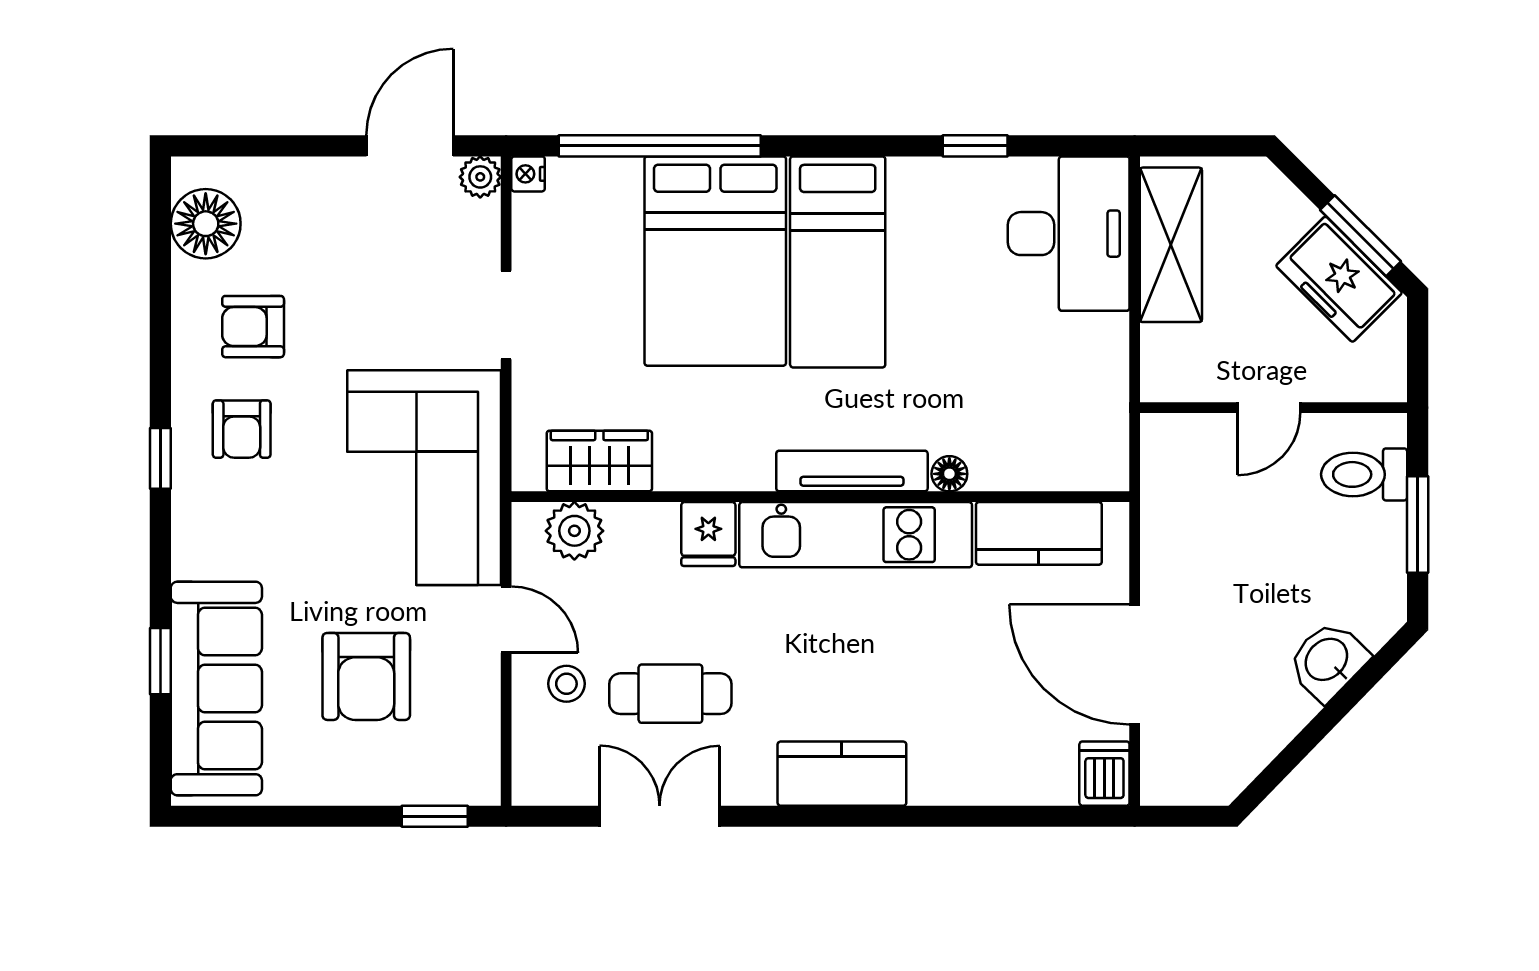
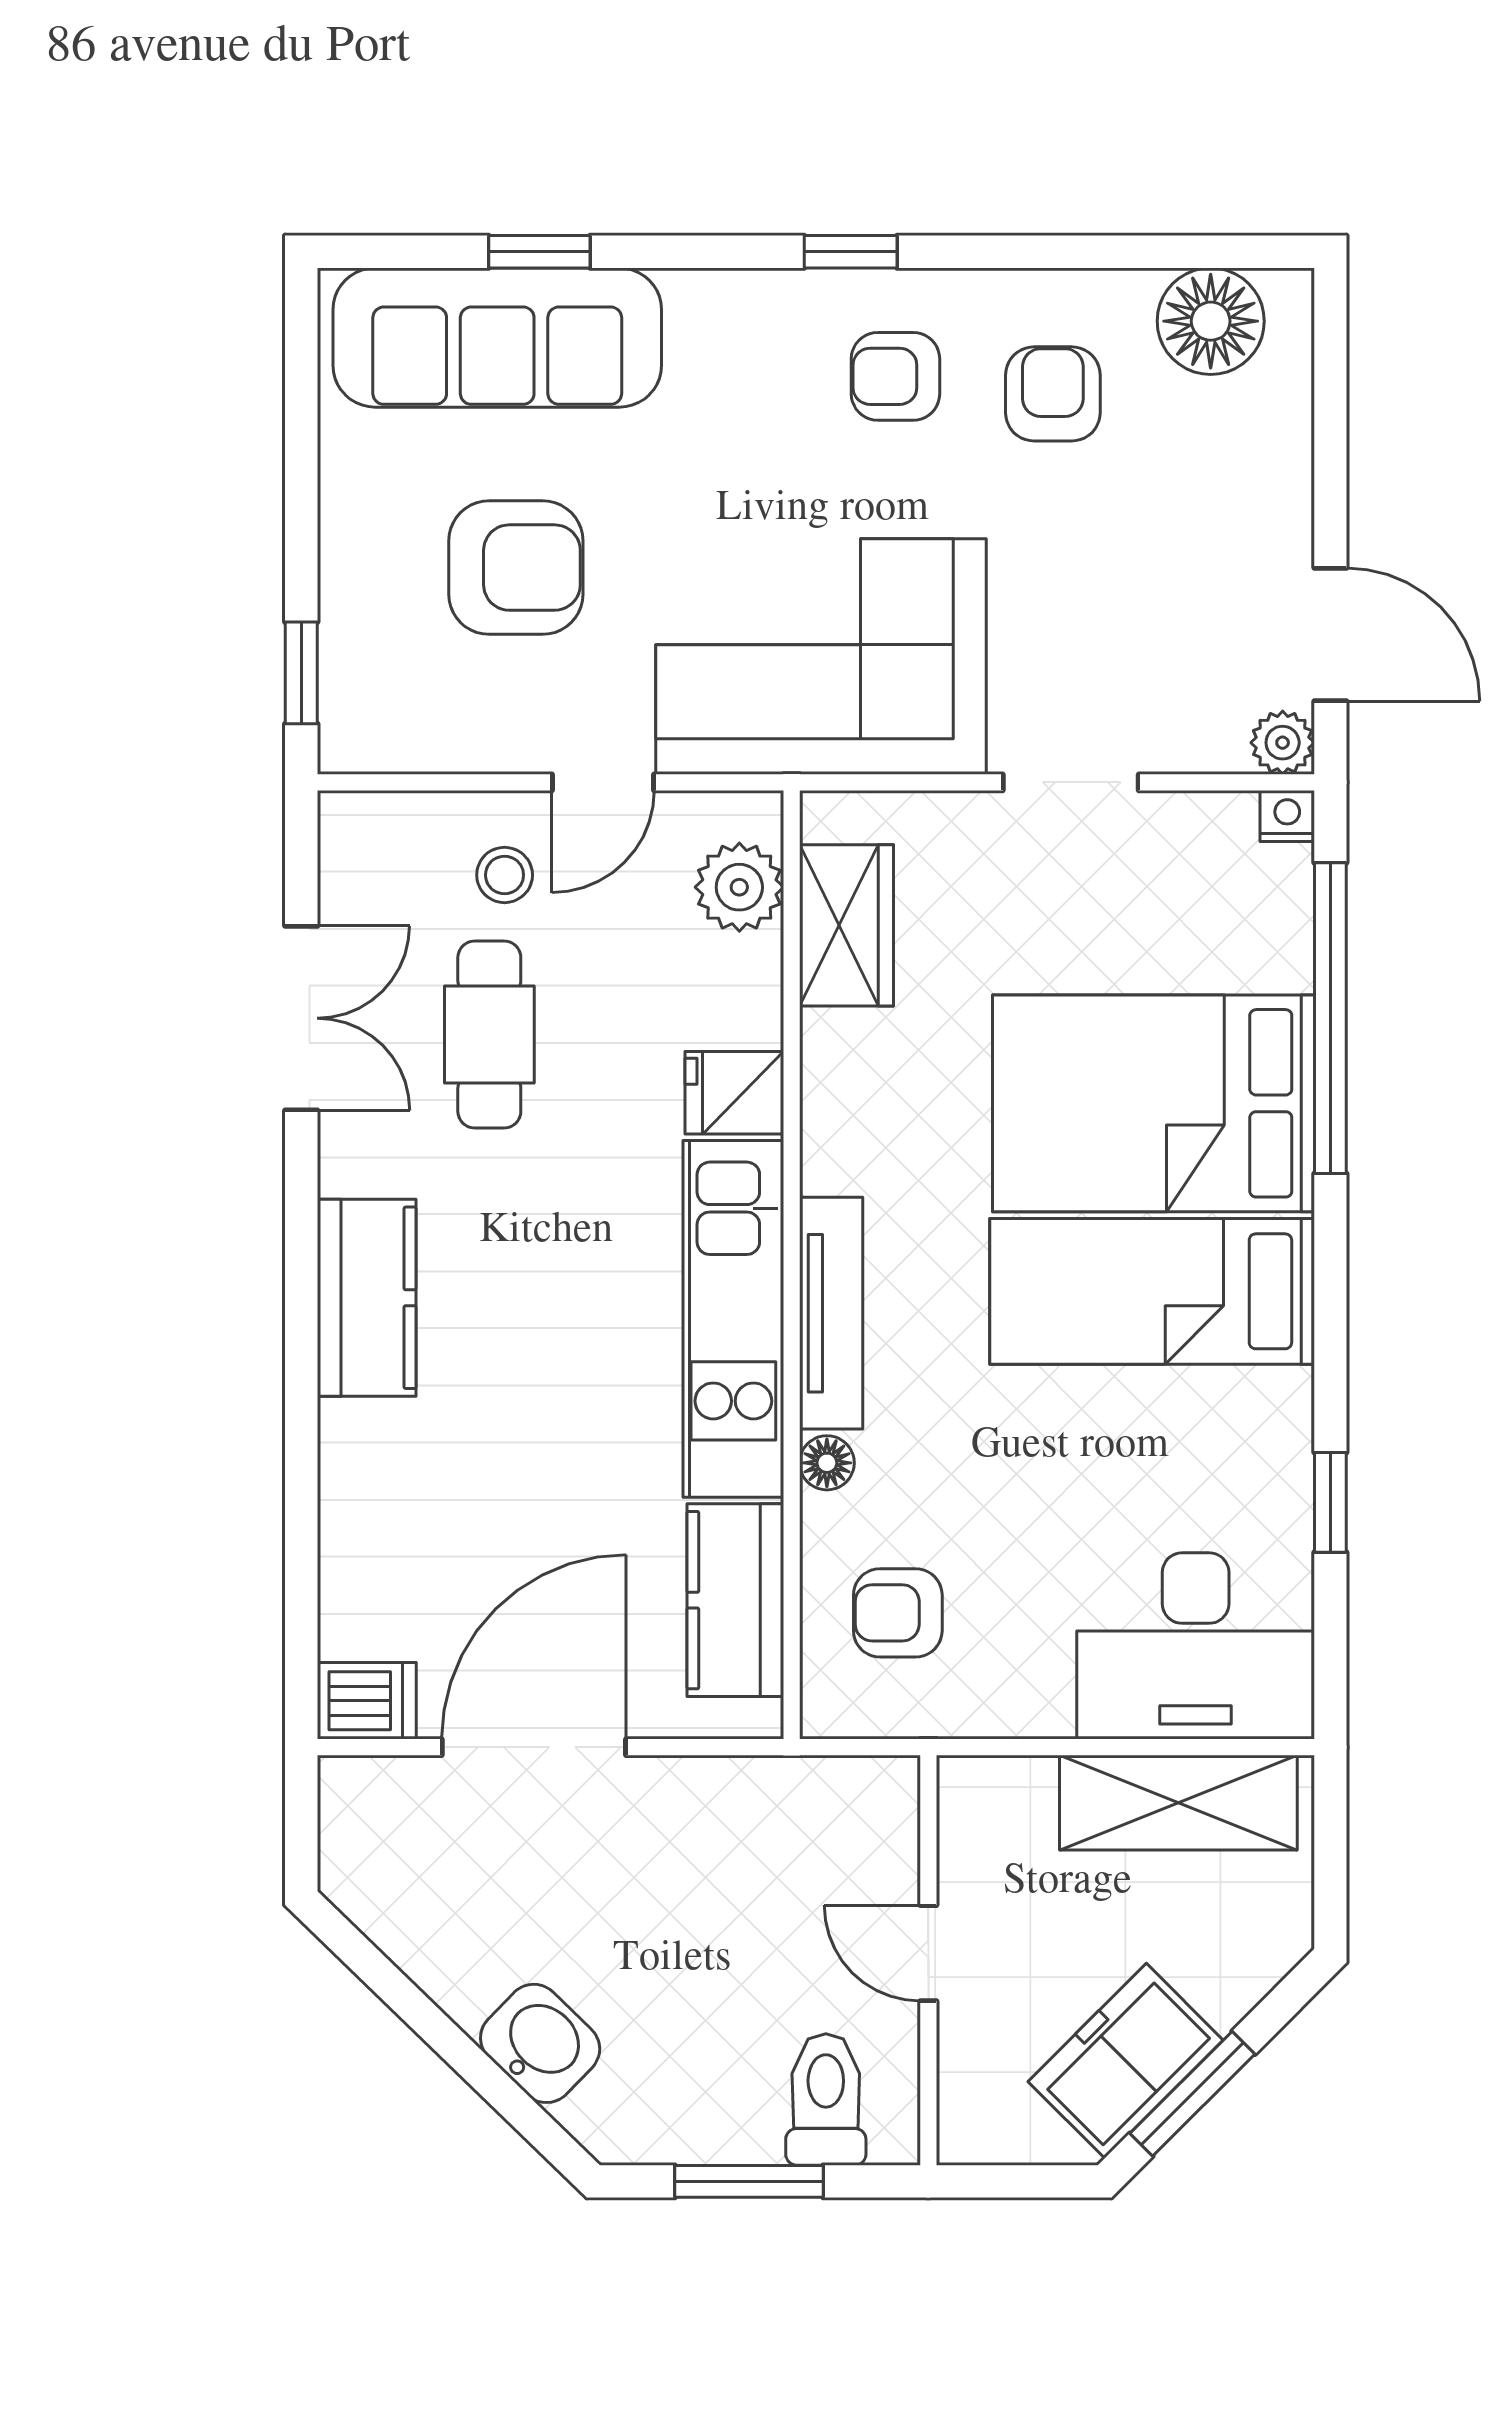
armchair: (1047, 428) -> (898, 1613), added
armchair: (366, 676) -> (516, 568), turned 180

